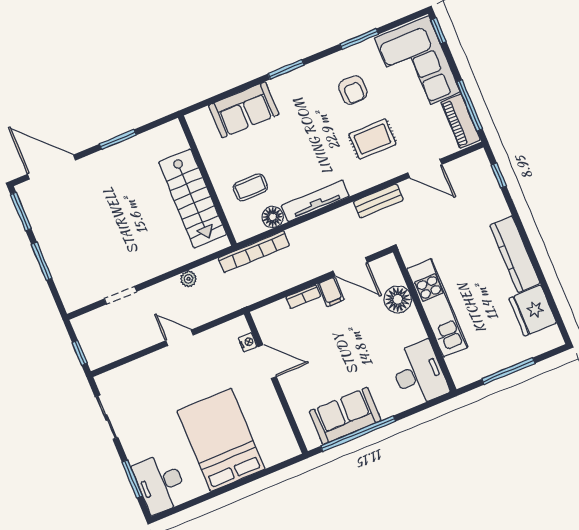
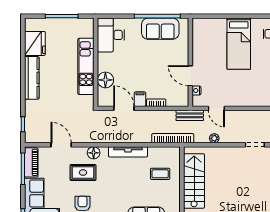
bench: (378, 201) -> (190, 115), moved
floor lamp: (273, 217) -> (94, 153), moved
door: (179, 338) -> (216, 108), moved
bed: (221, 440) -> (239, 44), width x0.67

